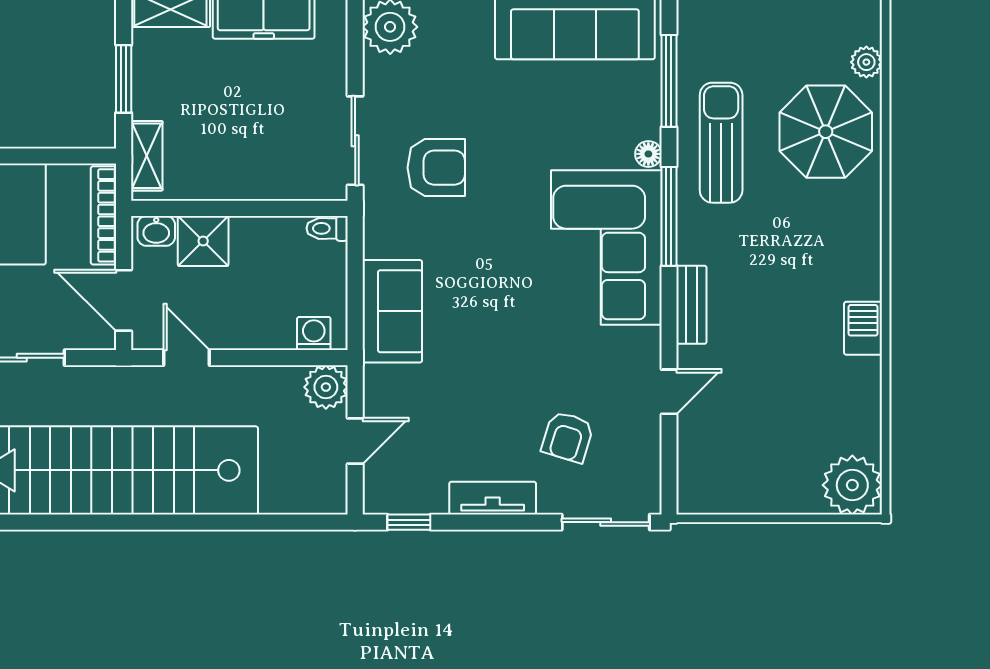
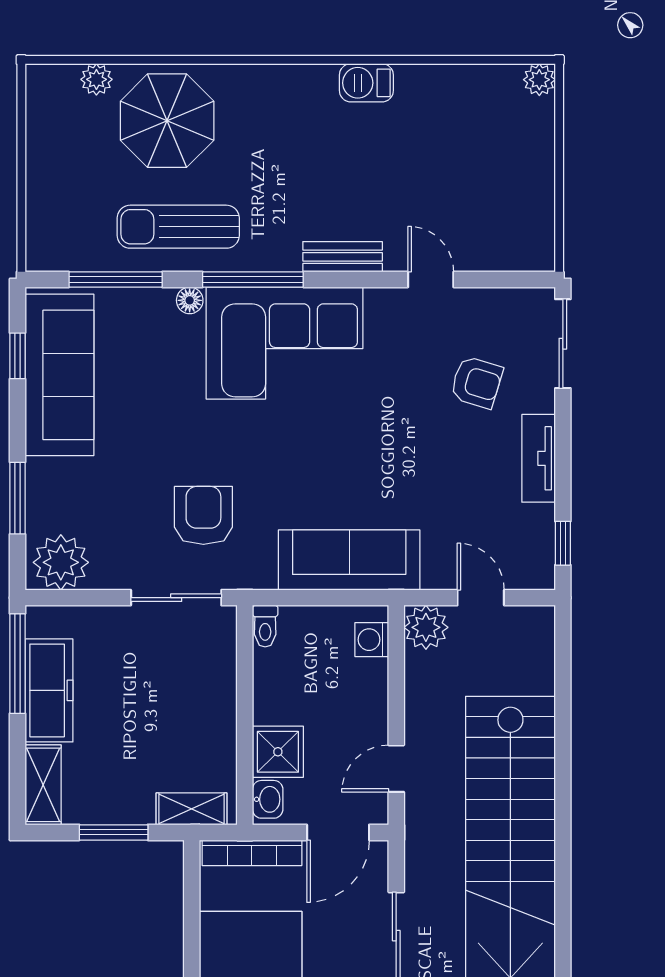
sofa: (392, 311) -> (349, 560), width x1.36
plant: (852, 485) -> (539, 80), width x0.53, depth x0.53

